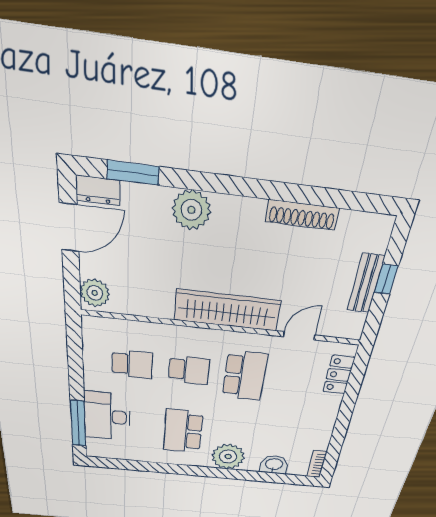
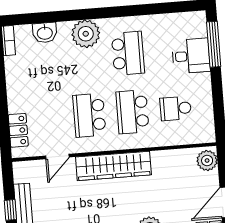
school desk: (189, 370) -> (132, 112), width x1.85
desk: (107, 416) -> (191, 56), width x0.73

